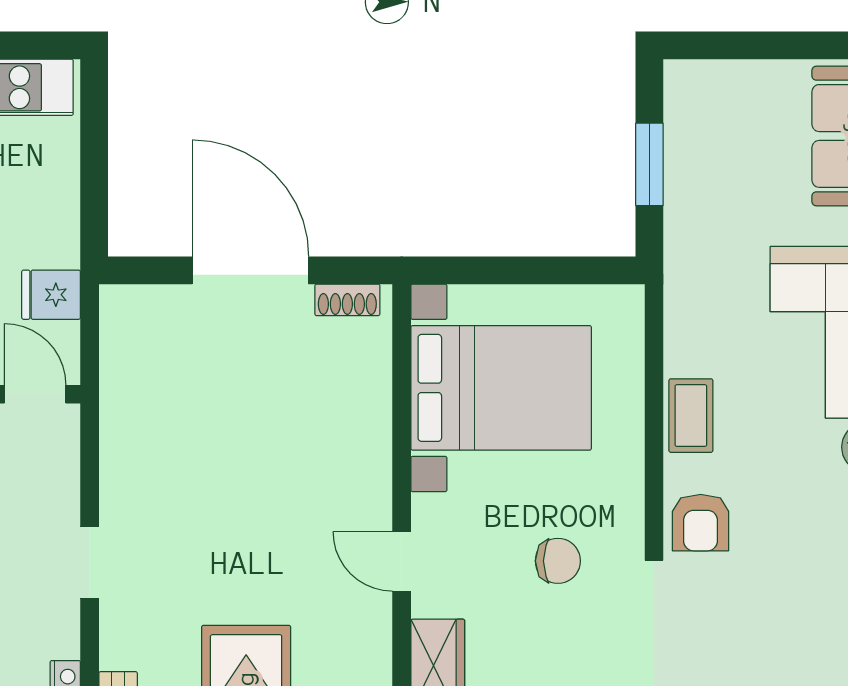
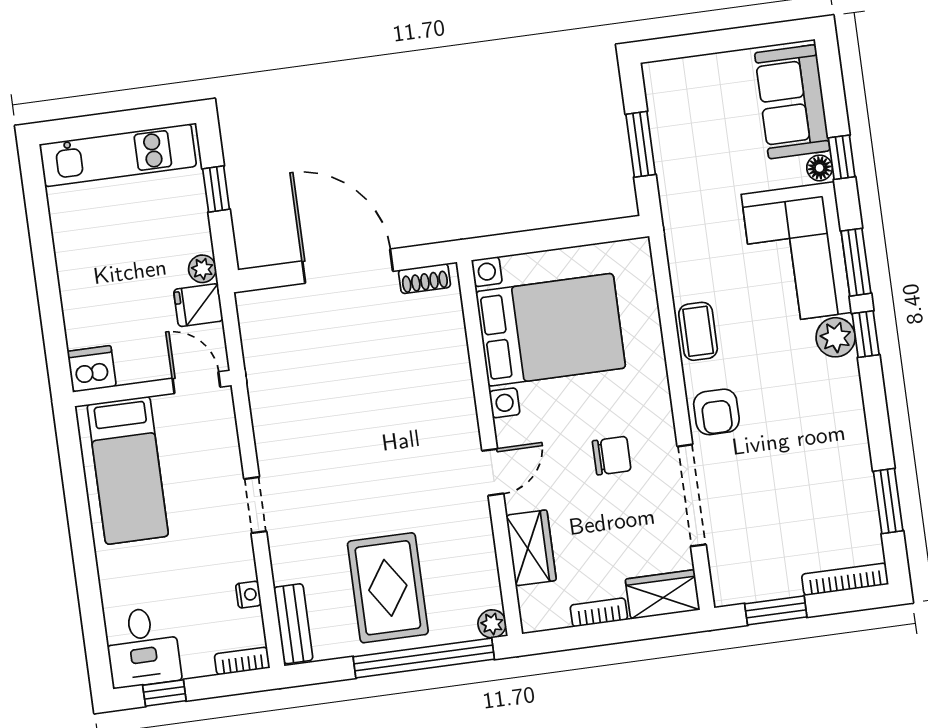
window: (94, 148) -> (216, 189), added
plant: (63, 249) -> (202, 269), added
door: (402, 561) -> (493, 472), swing flipped

